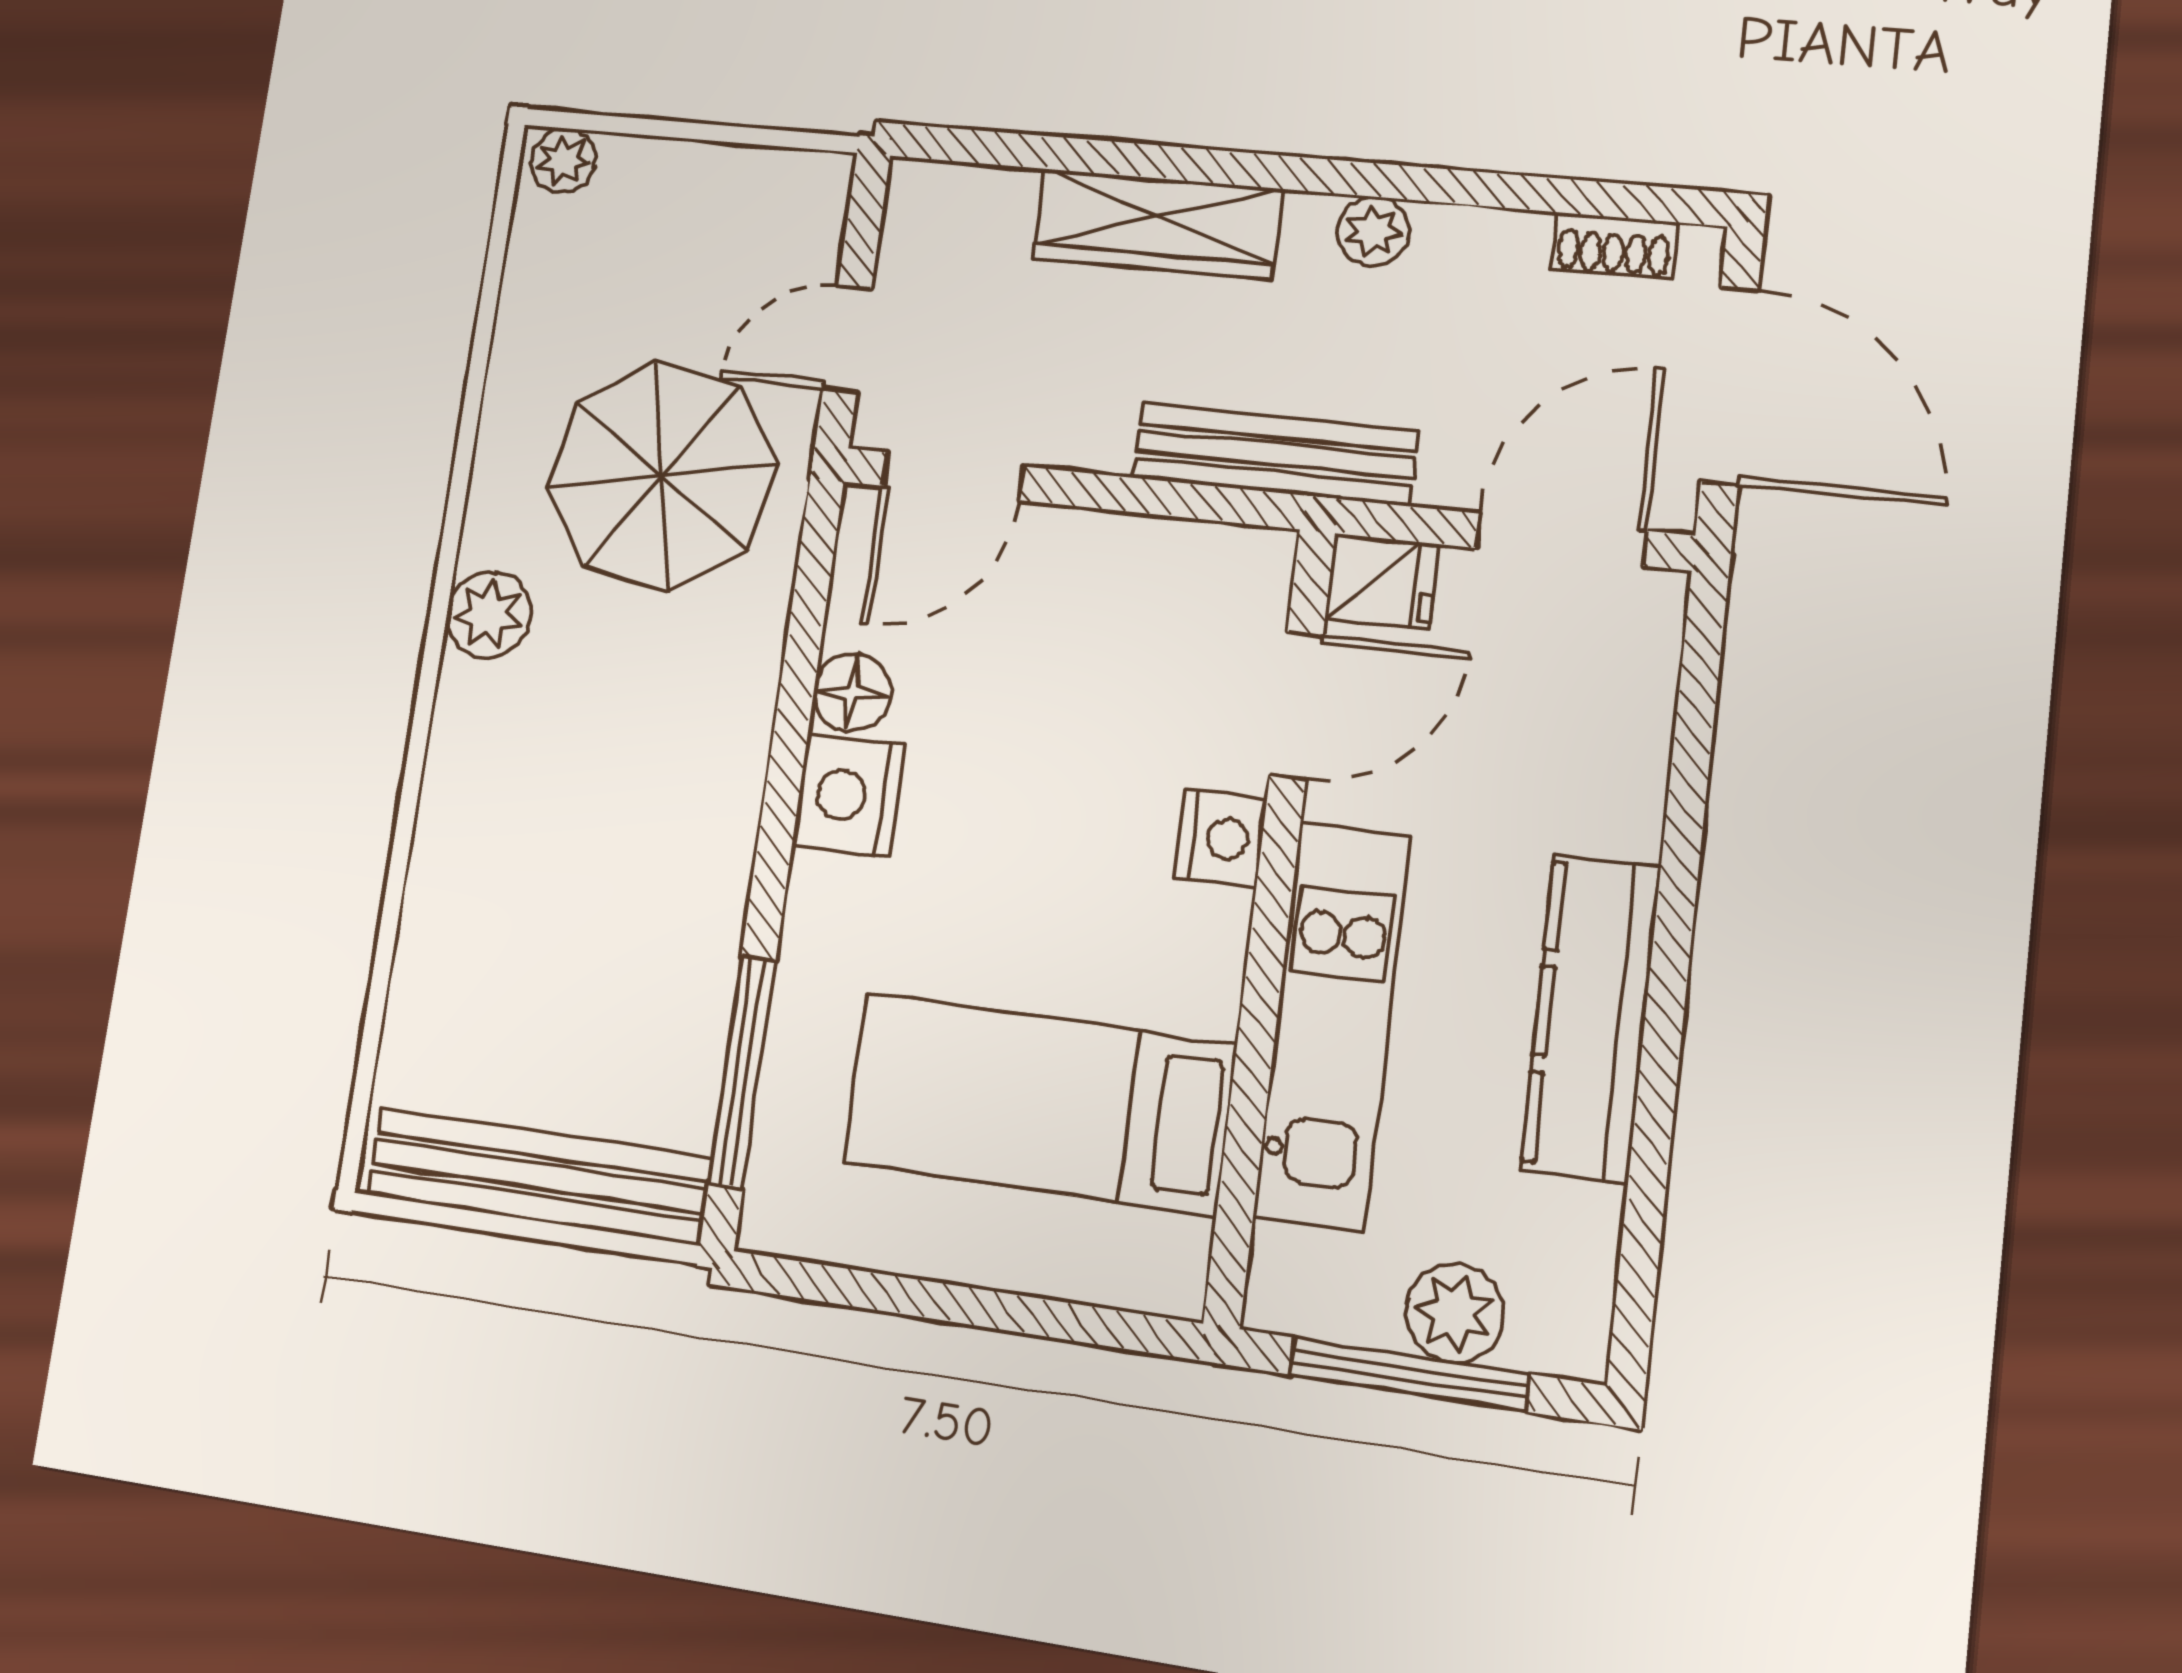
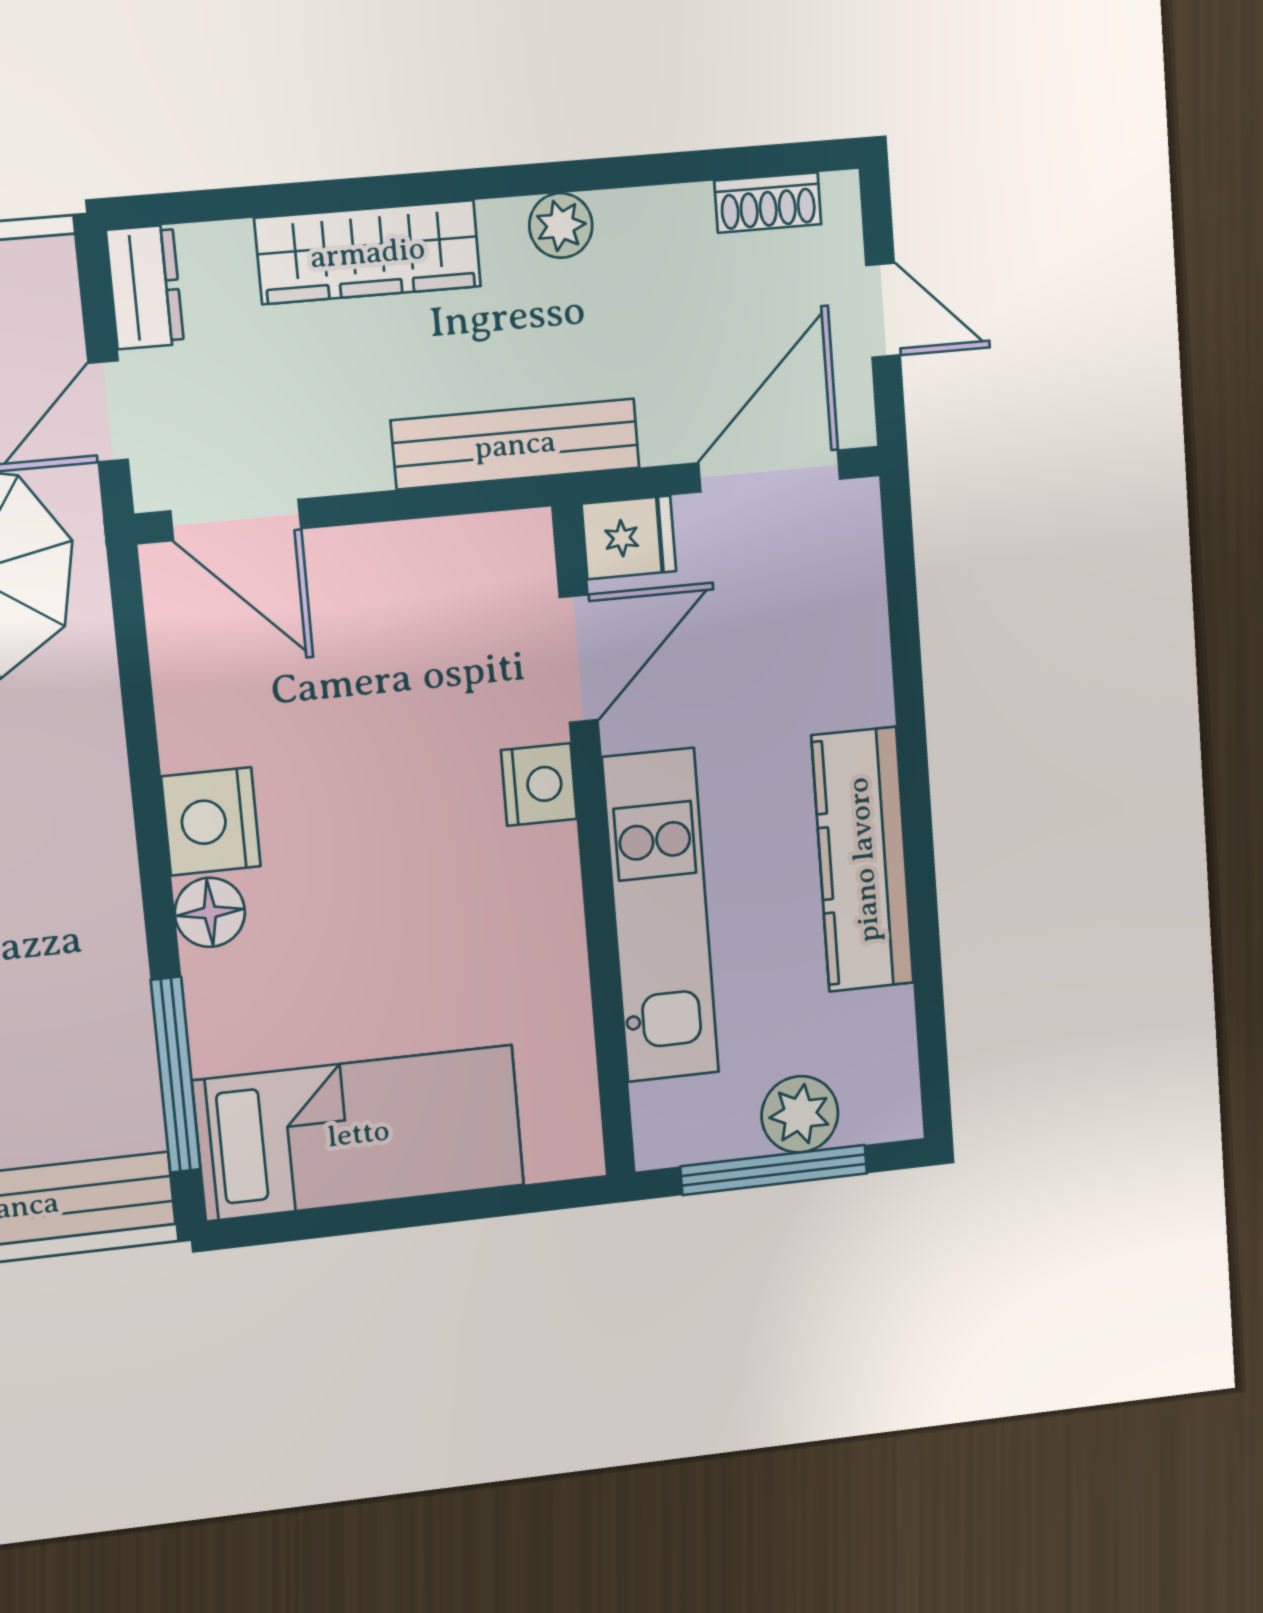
dresser: (916, 219) -> (145, 287), added
door: (1729, 386) -> (883, 310), width x0.53
door: (953, 476) -> (236, 520), hinge flipped
floor lamp: (852, 693) -> (210, 912), moved
bed: (1039, 1103) -> (359, 1133), moved, turned 180

